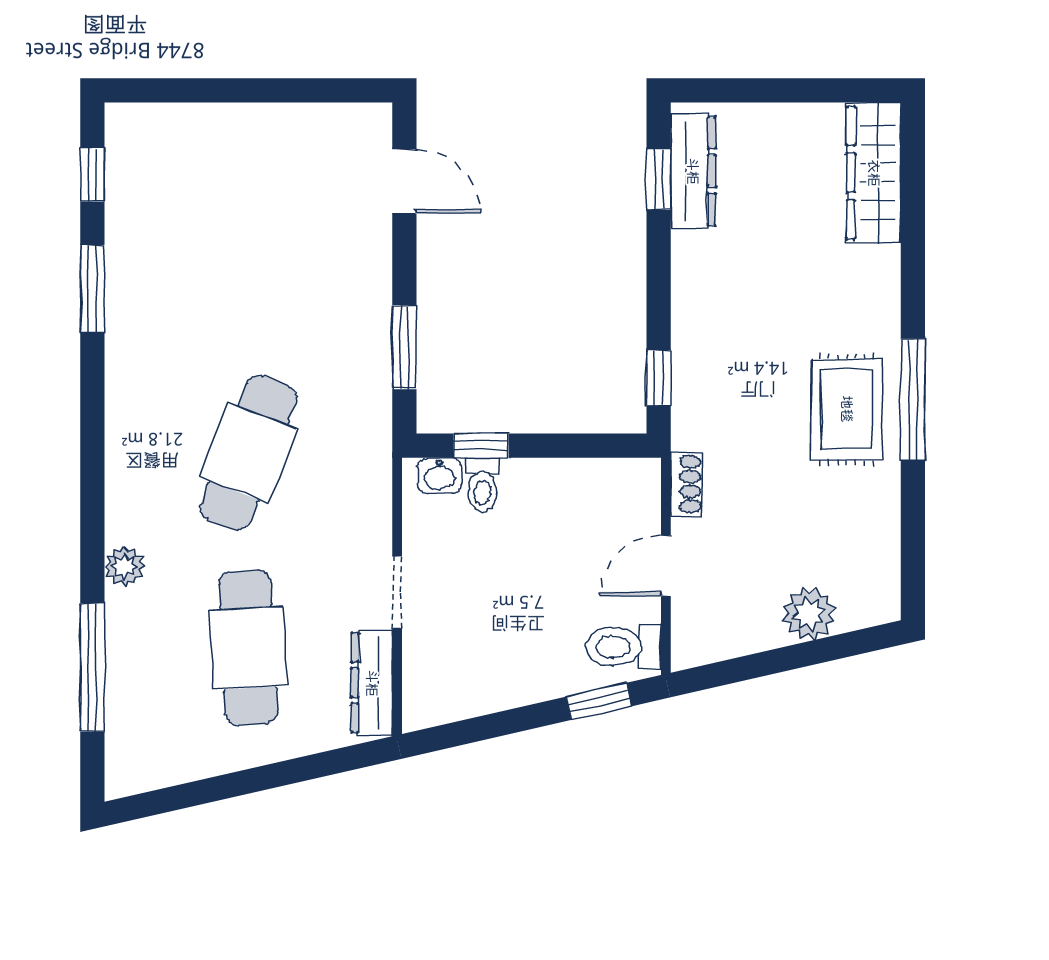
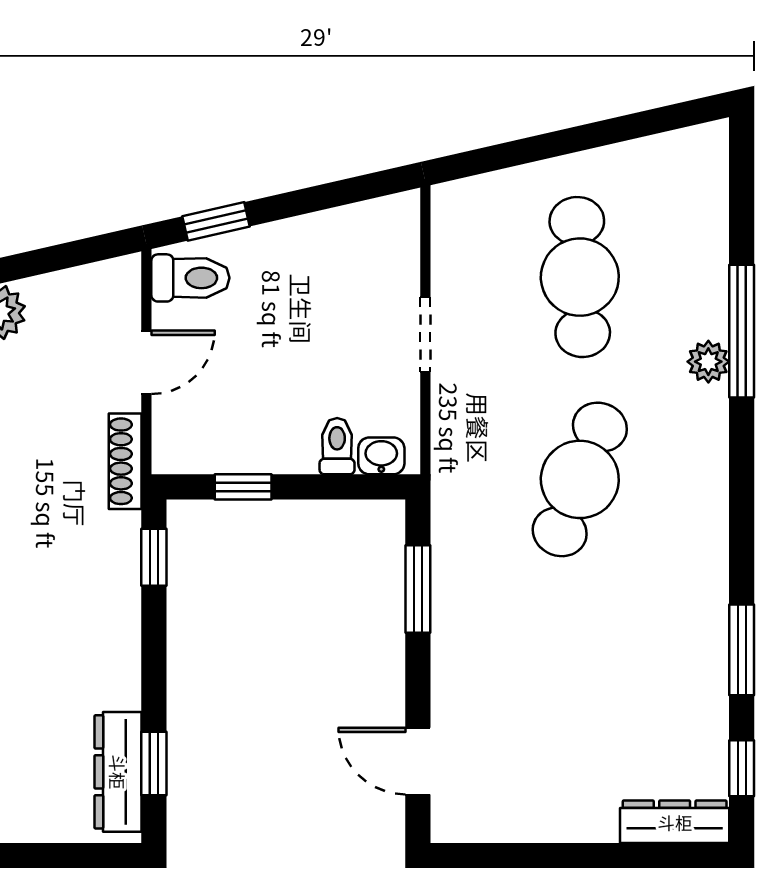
window: (481, 446) -> (243, 487), moved
shoe rack: (686, 484) -> (125, 461), width x1.43
window: (92, 668) -> (742, 331), moved
dresser: (372, 683) -> (675, 822), moved, turned -90

